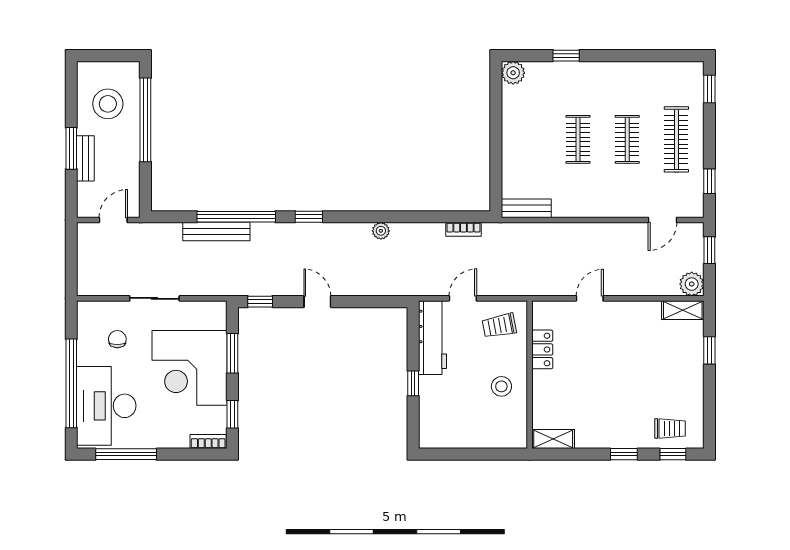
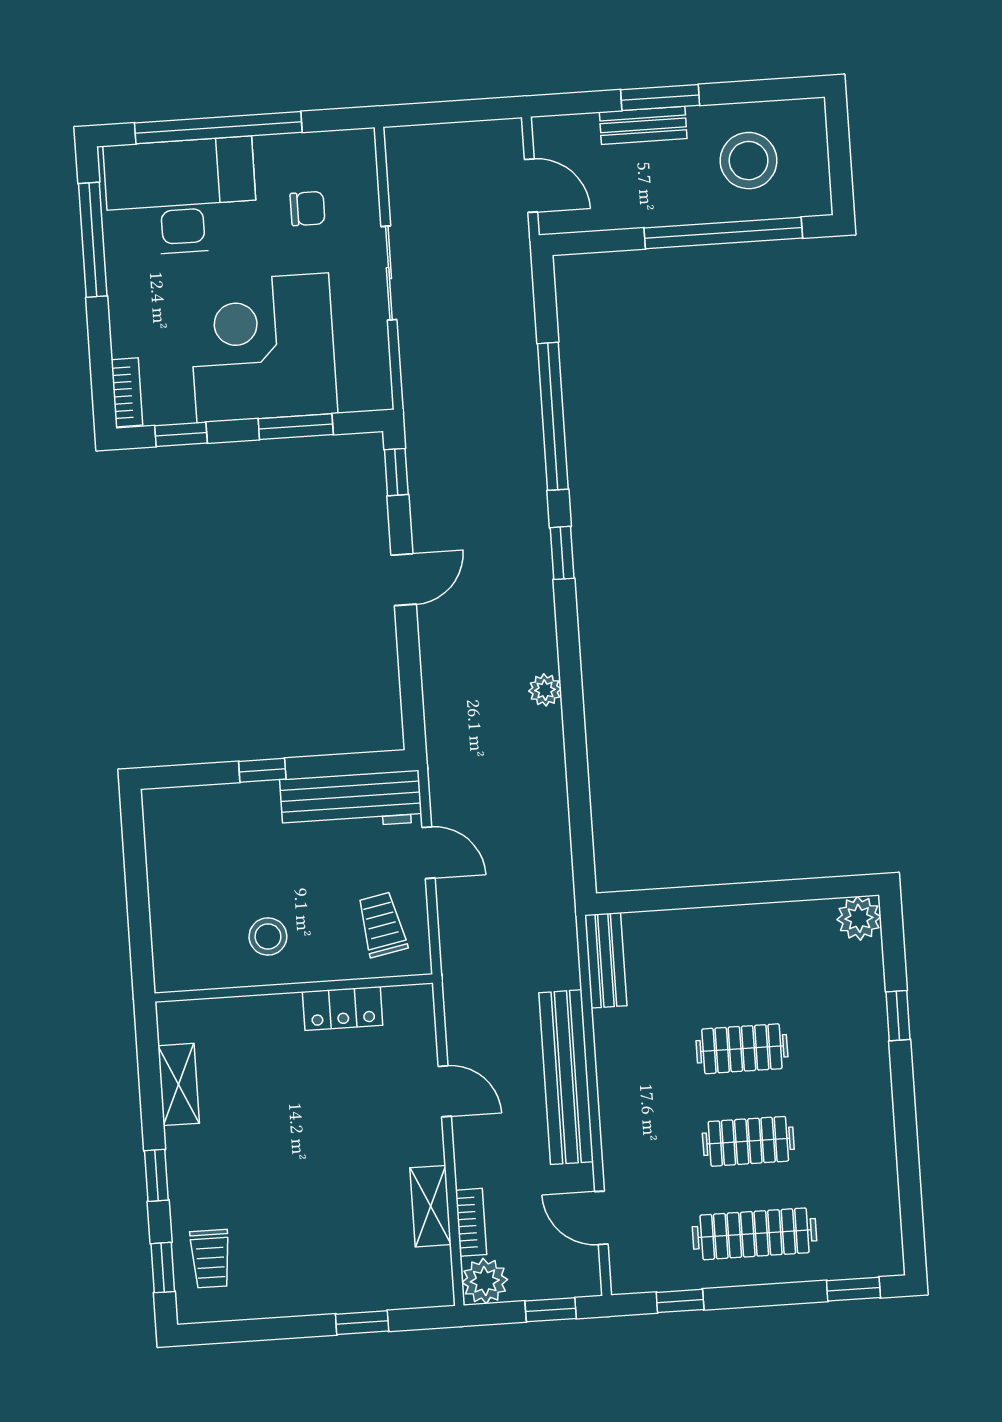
bookcase: (464, 229) -> (471, 1222), moved, turned 180
bench: (216, 232) -> (566, 1077), moved, width x1.37, depth x1.21
shelving: (683, 310) -> (430, 1206), moved
shelving: (553, 439) -> (179, 1084), moved

